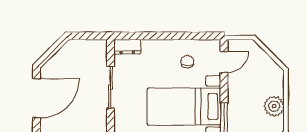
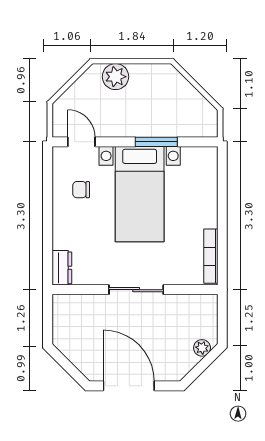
sliding door: (111, 87) -> (136, 290), moved
plant: (274, 106) -> (116, 77), moved

